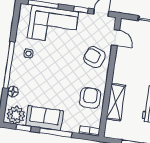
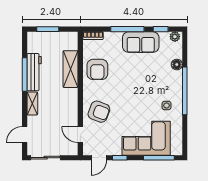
plant: (16, 115) -> (175, 37), width x0.53, depth x0.53

